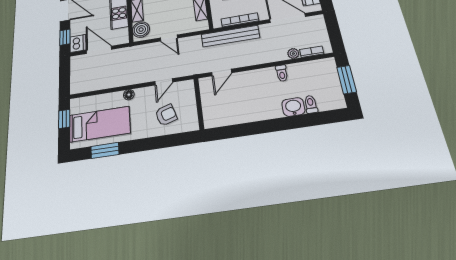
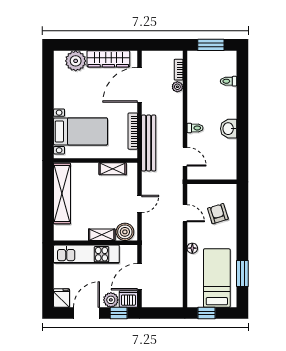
plant: (77, 28) -> (111, 300), added
toilet: (282, 73) -> (195, 128), moved
washbasin: (293, 107) -> (229, 129), moved

